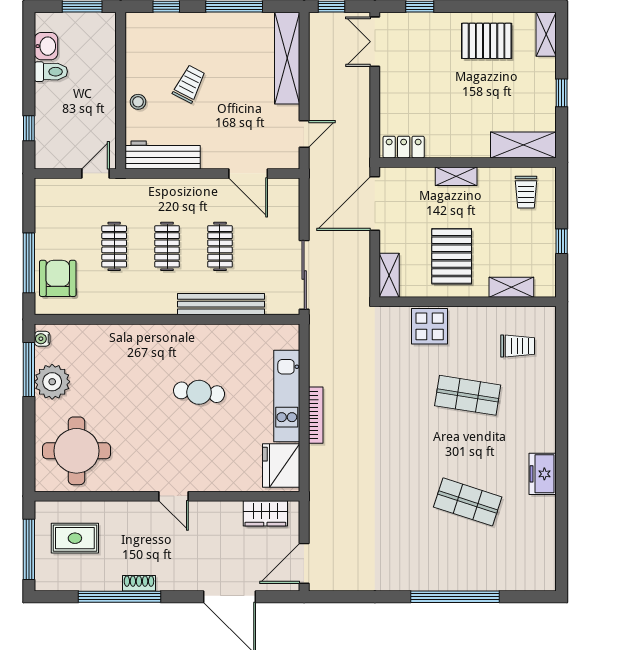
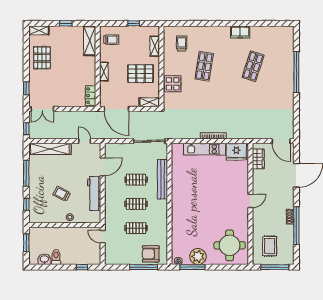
workbench: (163, 155) -> (94, 193), moved
cafe table: (199, 392) -> (203, 189), removed

